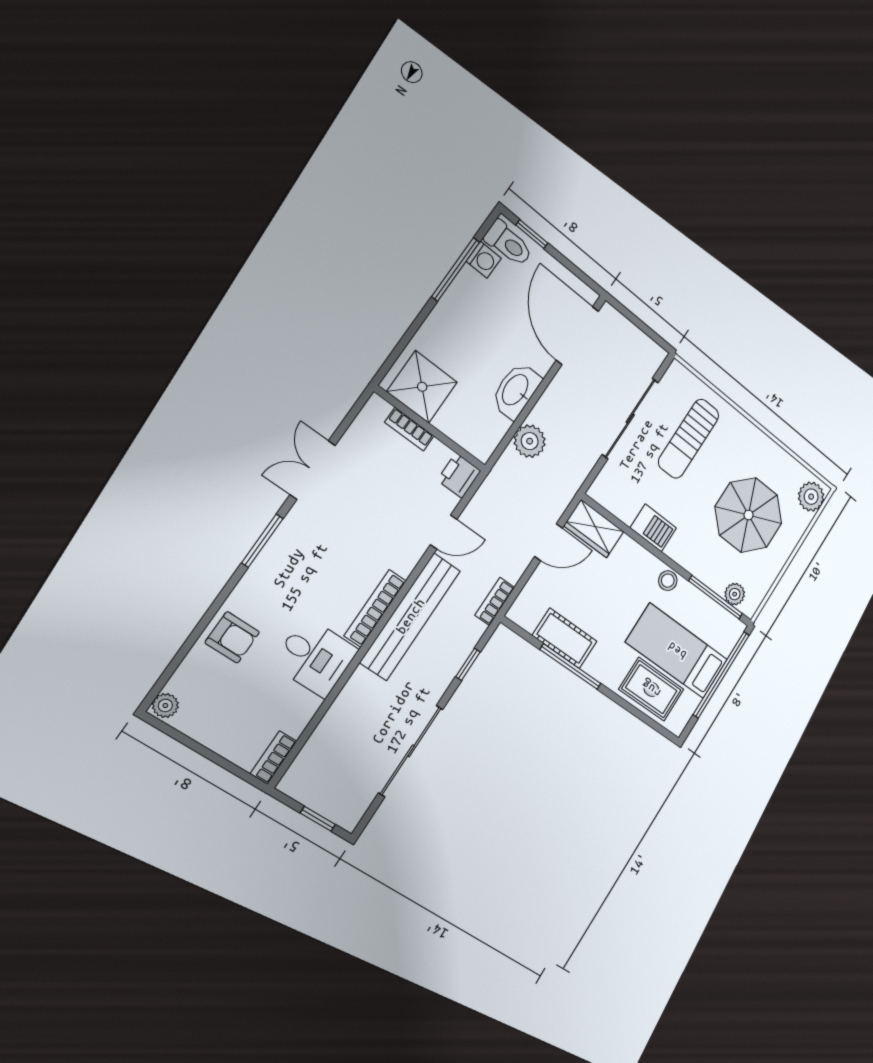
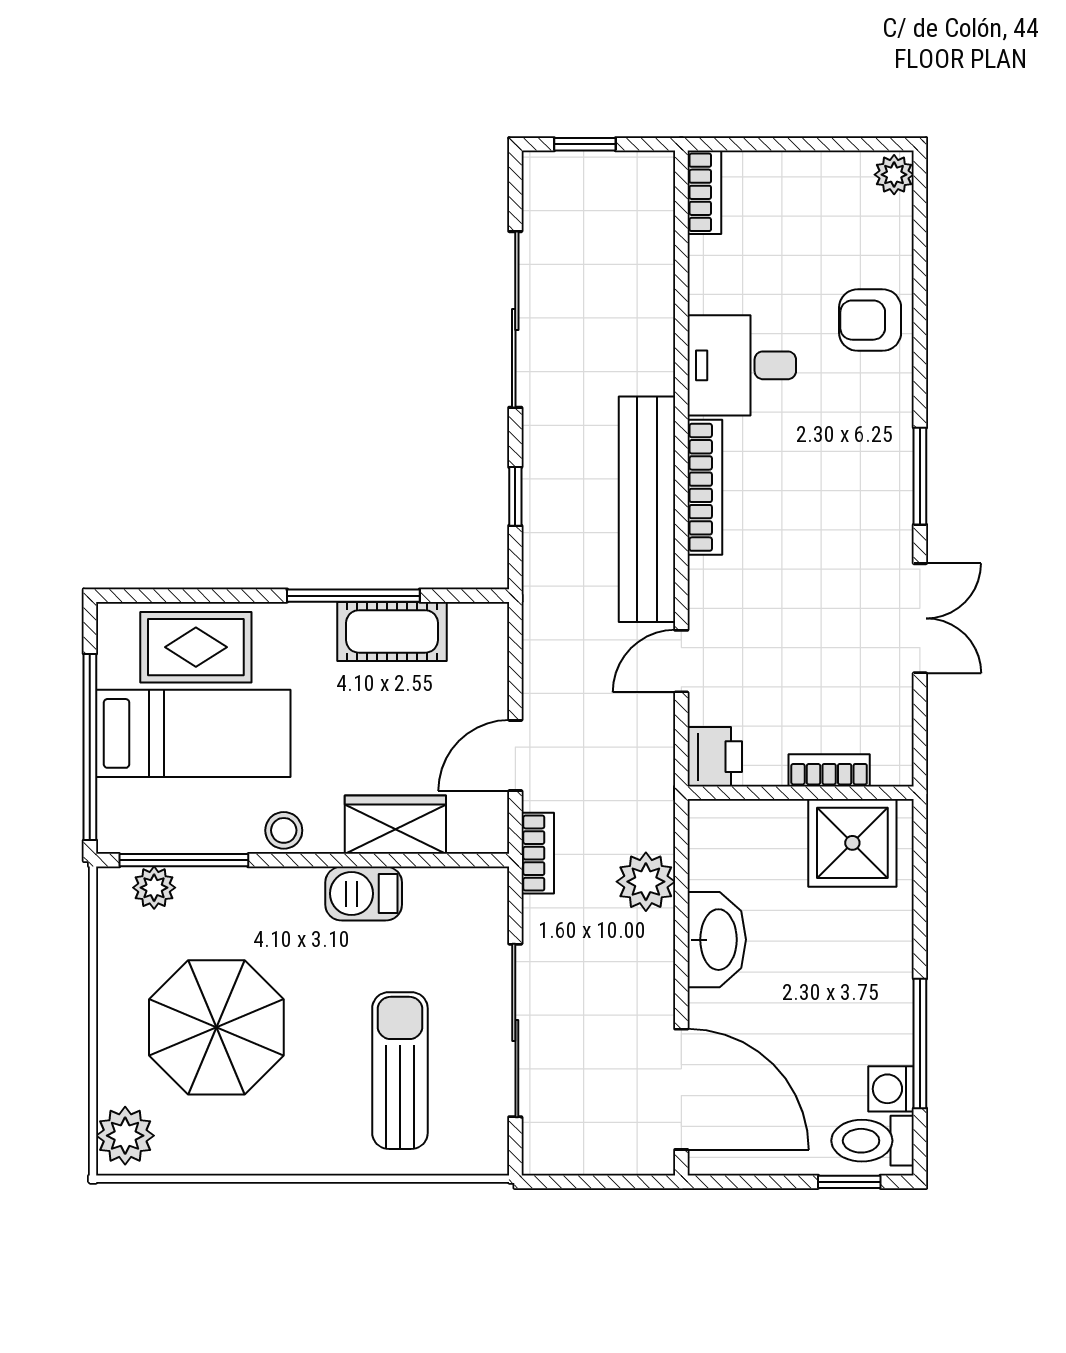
wardrobe: (594, 529) -> (395, 825), moved
bookcase: (495, 601) -> (538, 853), moved

